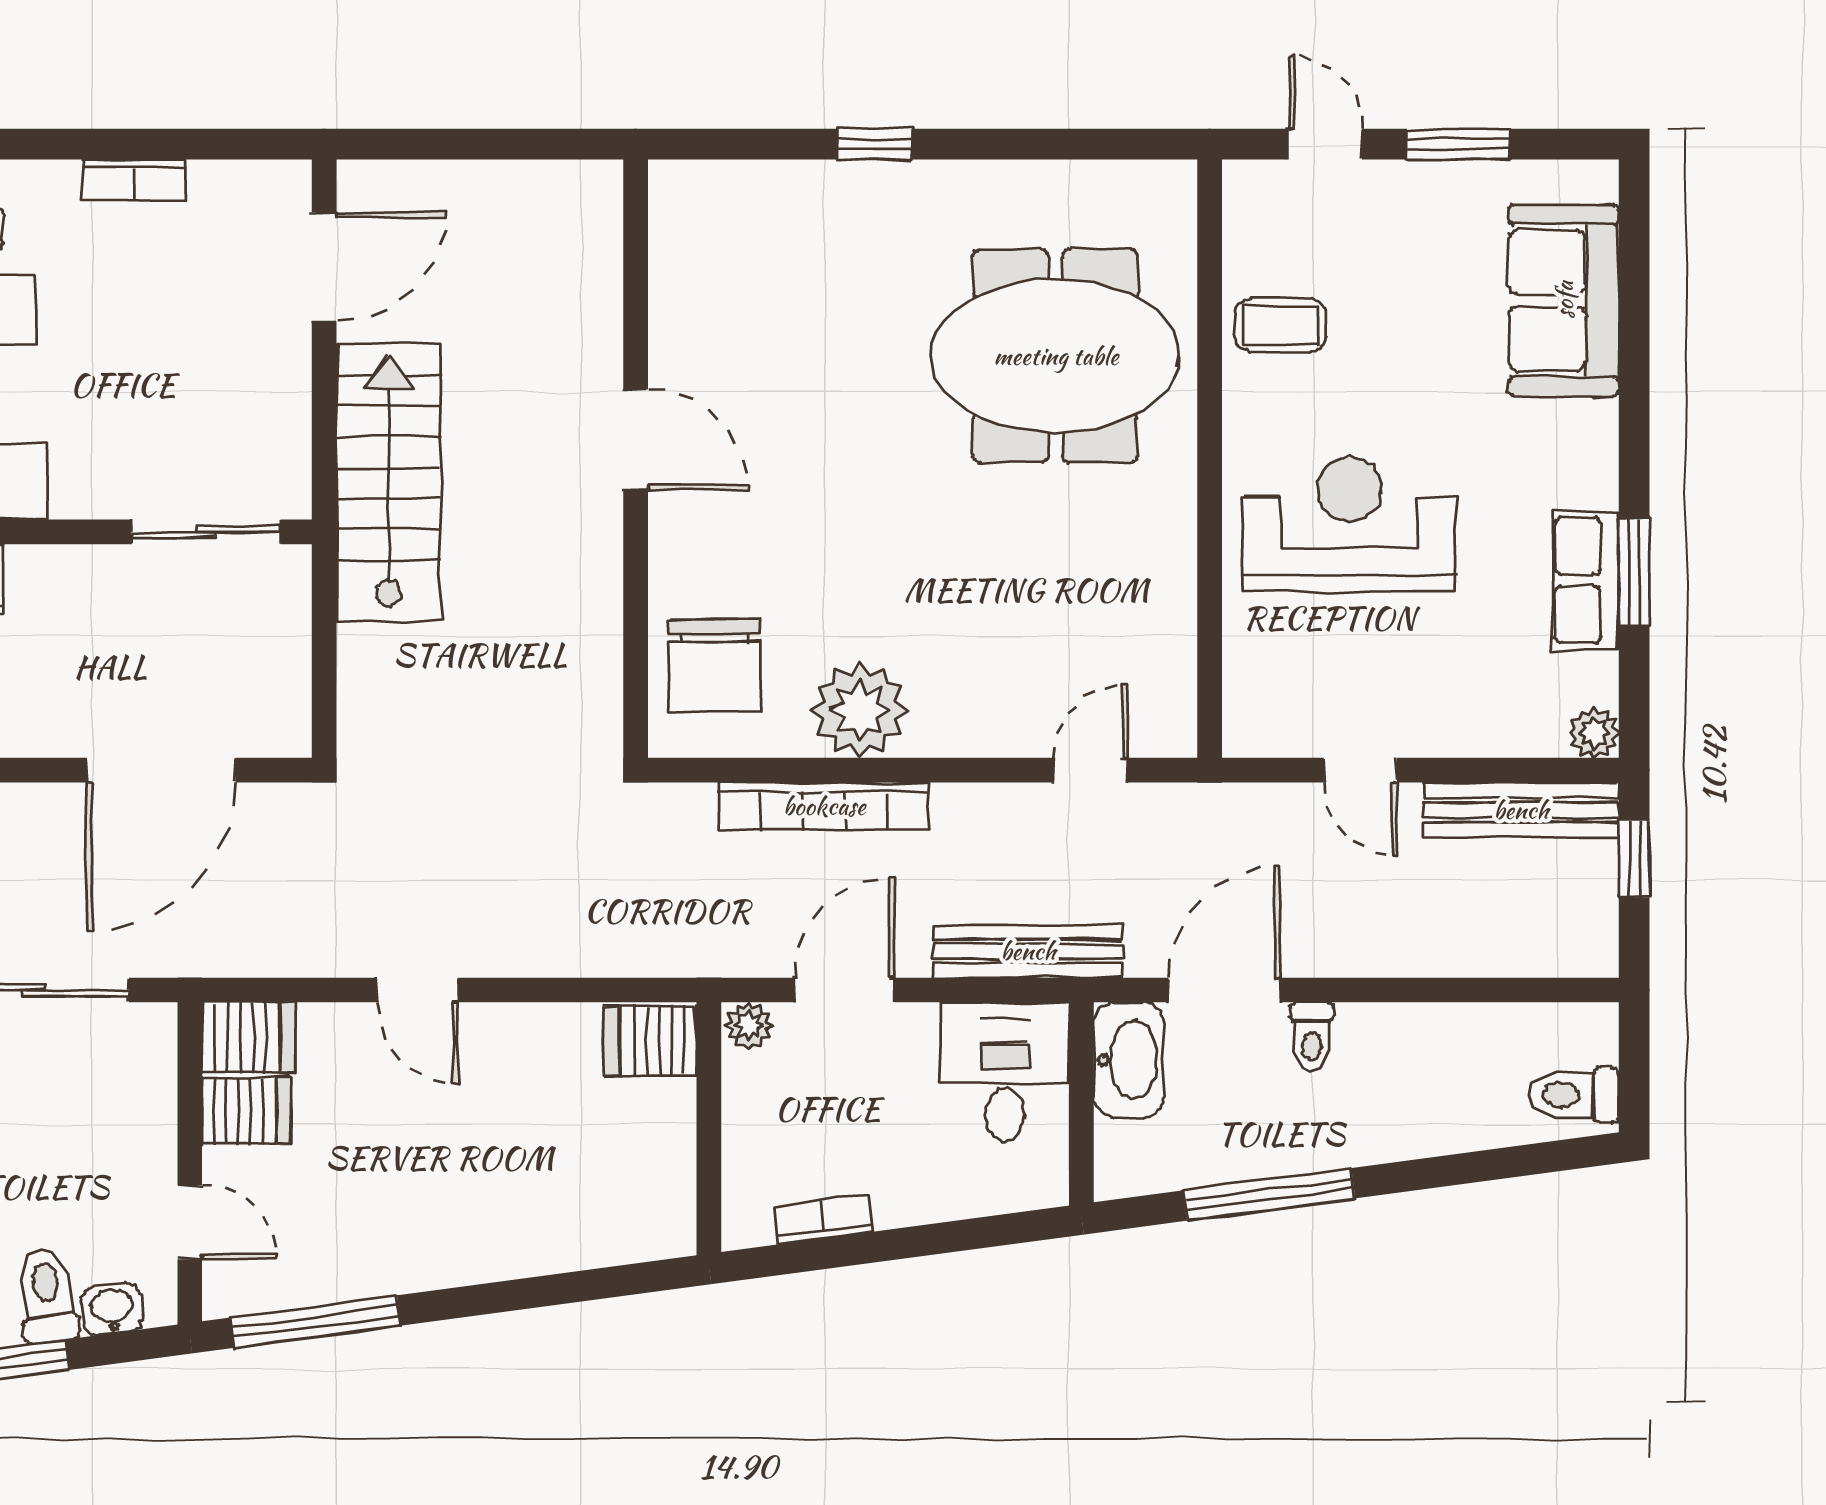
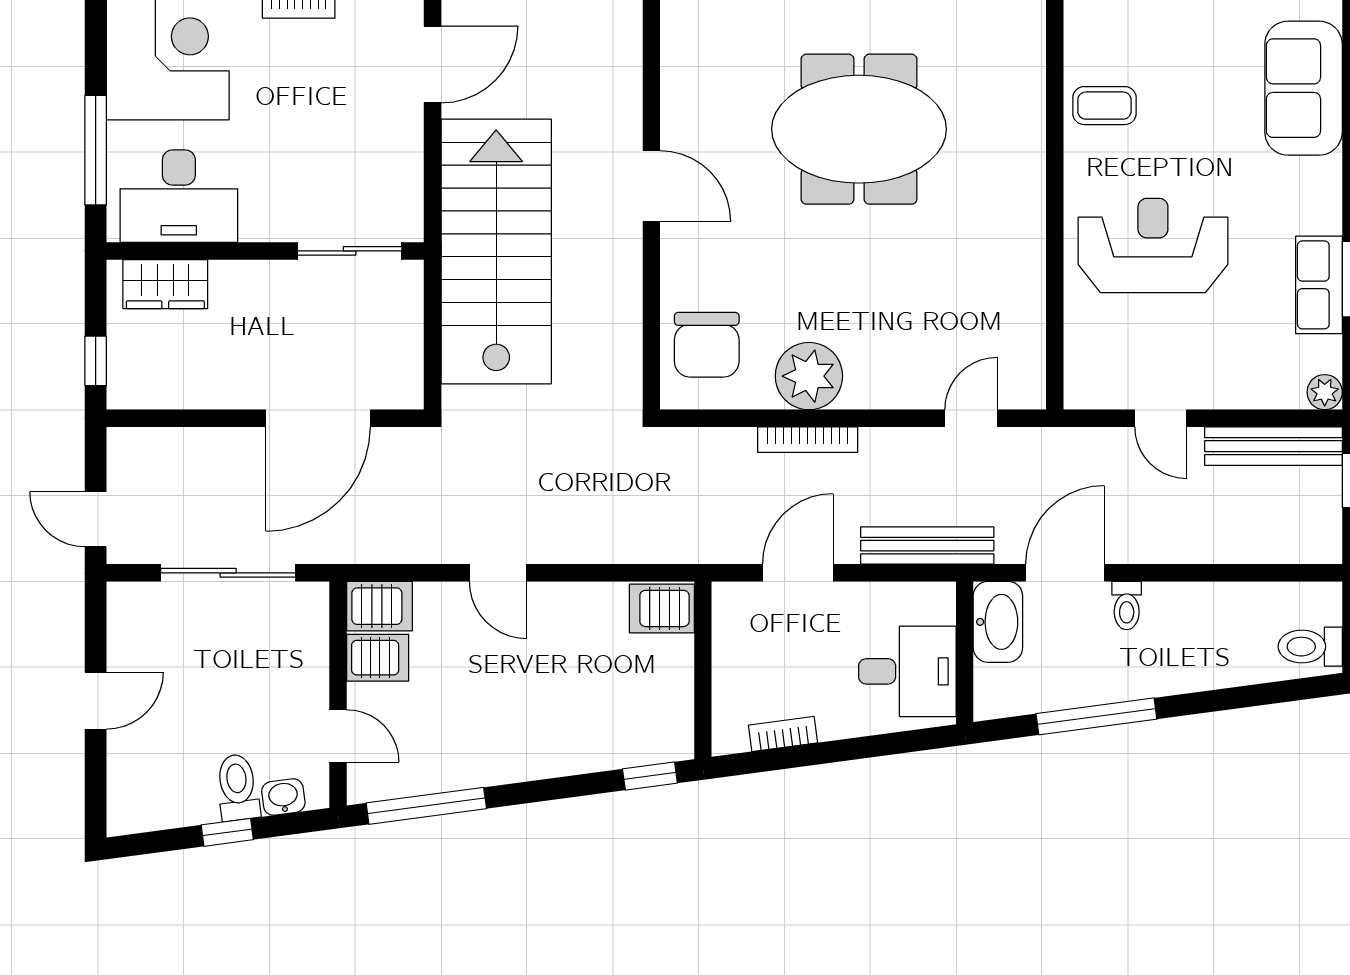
meeting table: (1056, 356) -> (859, 129), moved
stairs: (388, 483) -> (496, 252), width x1.36, depth x1.51
bookcase: (824, 806) -> (808, 440), width x0.68, depth x0.76
plant: (749, 1026) -> (731, 598), removed
desk: (1005, 1072) -> (907, 671), moved, turned 90
window: (634, 1279) -> (650, 776), added

